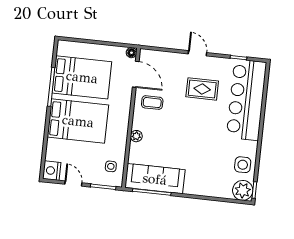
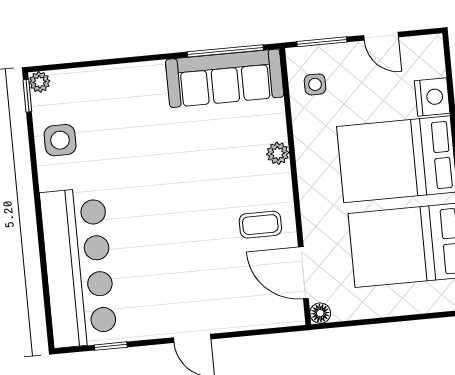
rug: (202, 89) -> (169, 271), removed
nightstand: (52, 171) -> (432, 97), moved
plant: (243, 190) -> (40, 82), width x0.53, depth x0.53

